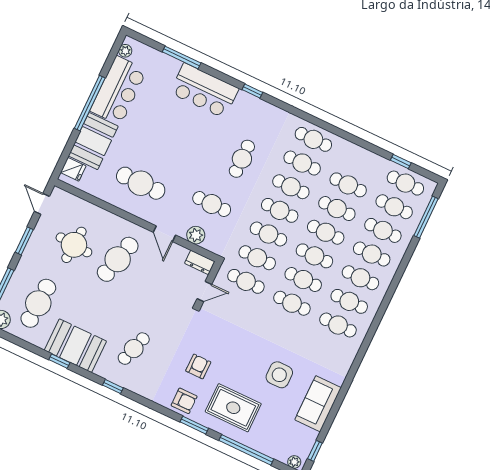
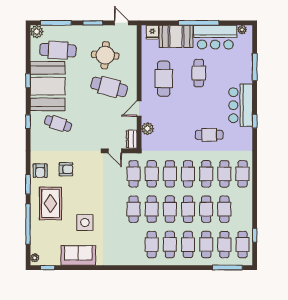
bar counter: (204, 91) -> (241, 105), moved
door: (42, 204) -> (121, 23), hinge flipped
cafe table: (212, 204) -> (199, 73), moved
cafe table: (338, 325) -> (134, 245), removed
booth: (75, 346) -> (48, 86), width x1.36, depth x1.42

